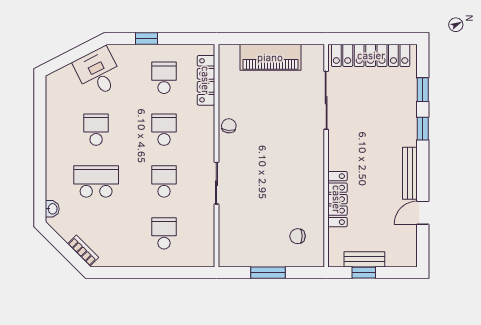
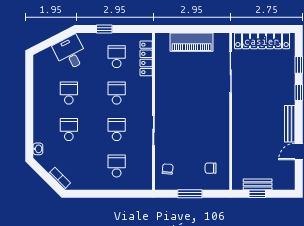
chair: (229, 126) -> (168, 169), moved
school desk: (96, 181) -> (69, 130), width x0.54
locker: (337, 199) -> (239, 142), removed

